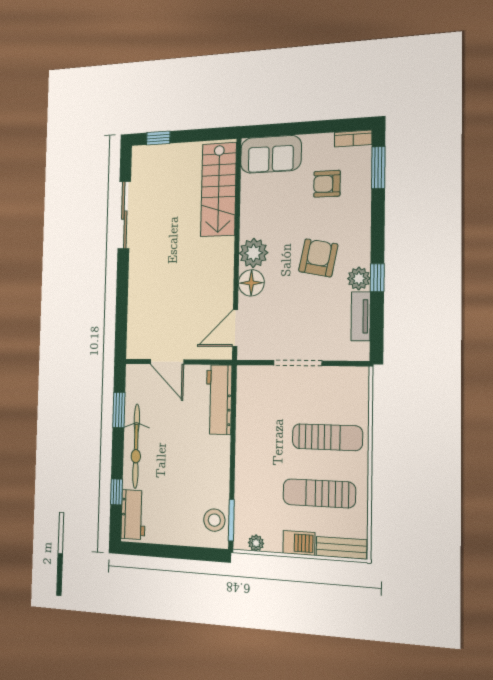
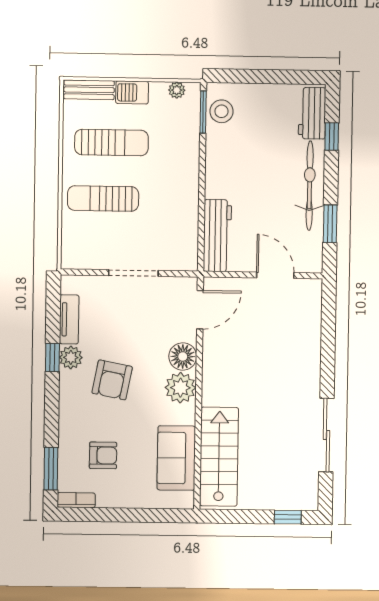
sofa: (271, 154) -> (176, 458), moved, turned -90

